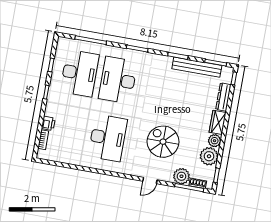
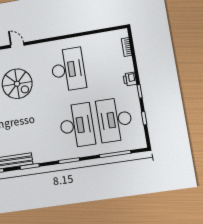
printer: (48, 123) -> (130, 79), moved
desk: (108, 138) -> (68, 70), turned 180
door: (150, 180) -> (17, 45), hinge flipped

